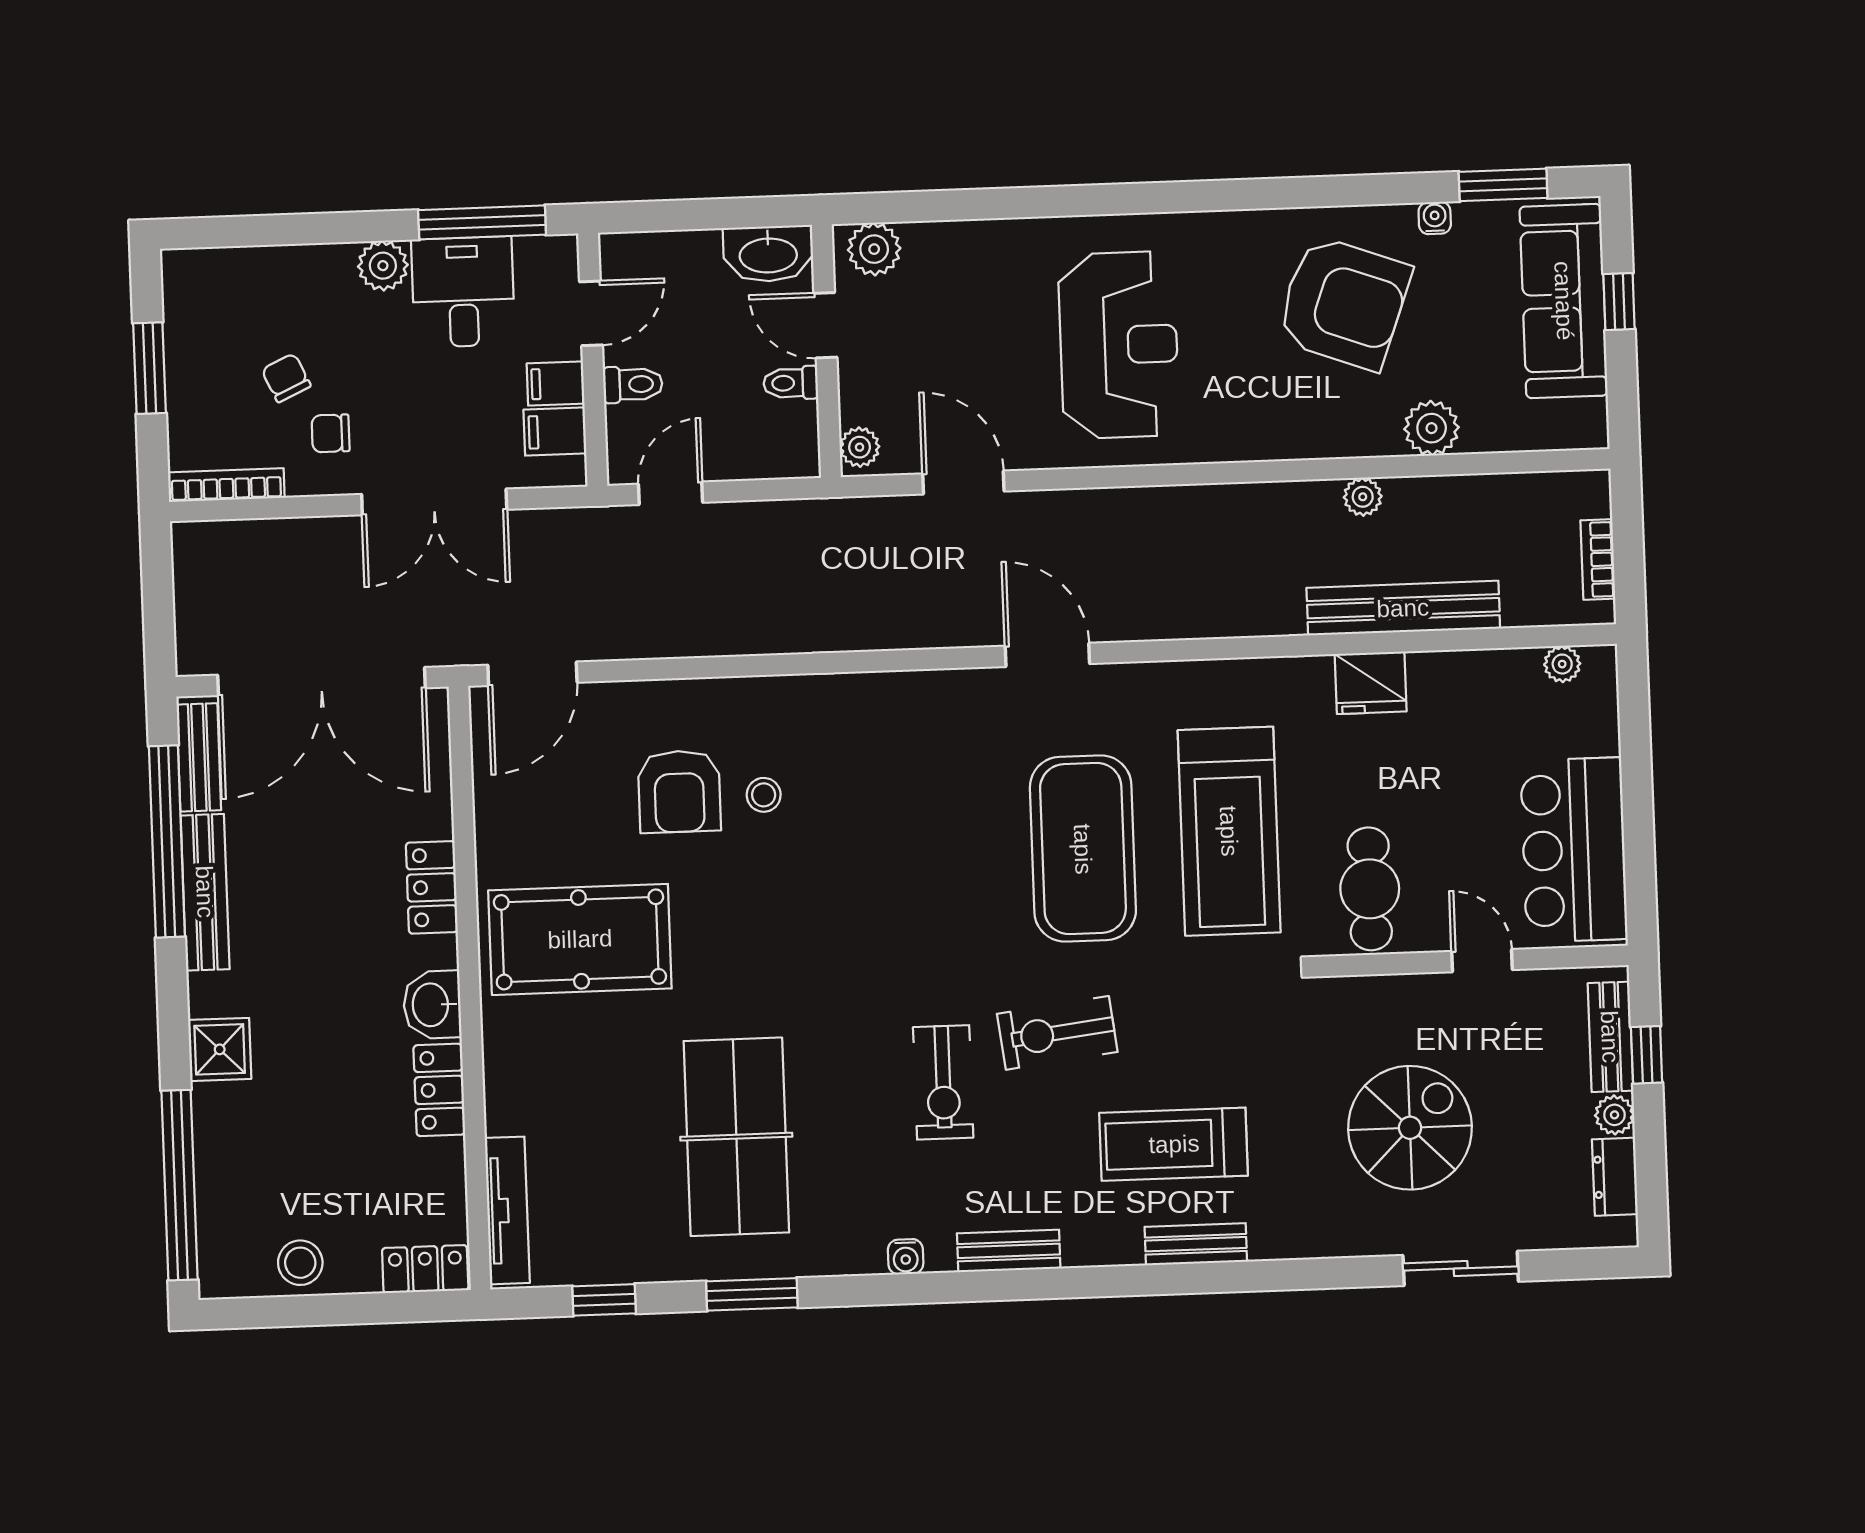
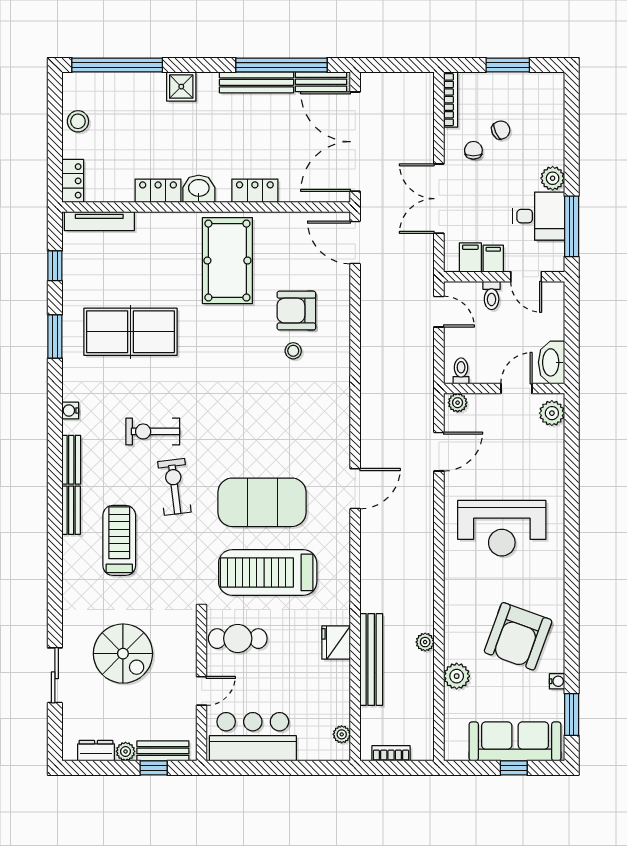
toilet: (791, 383) -> (461, 371), moved
bench: (1196, 1244) -> (71, 510), moved

